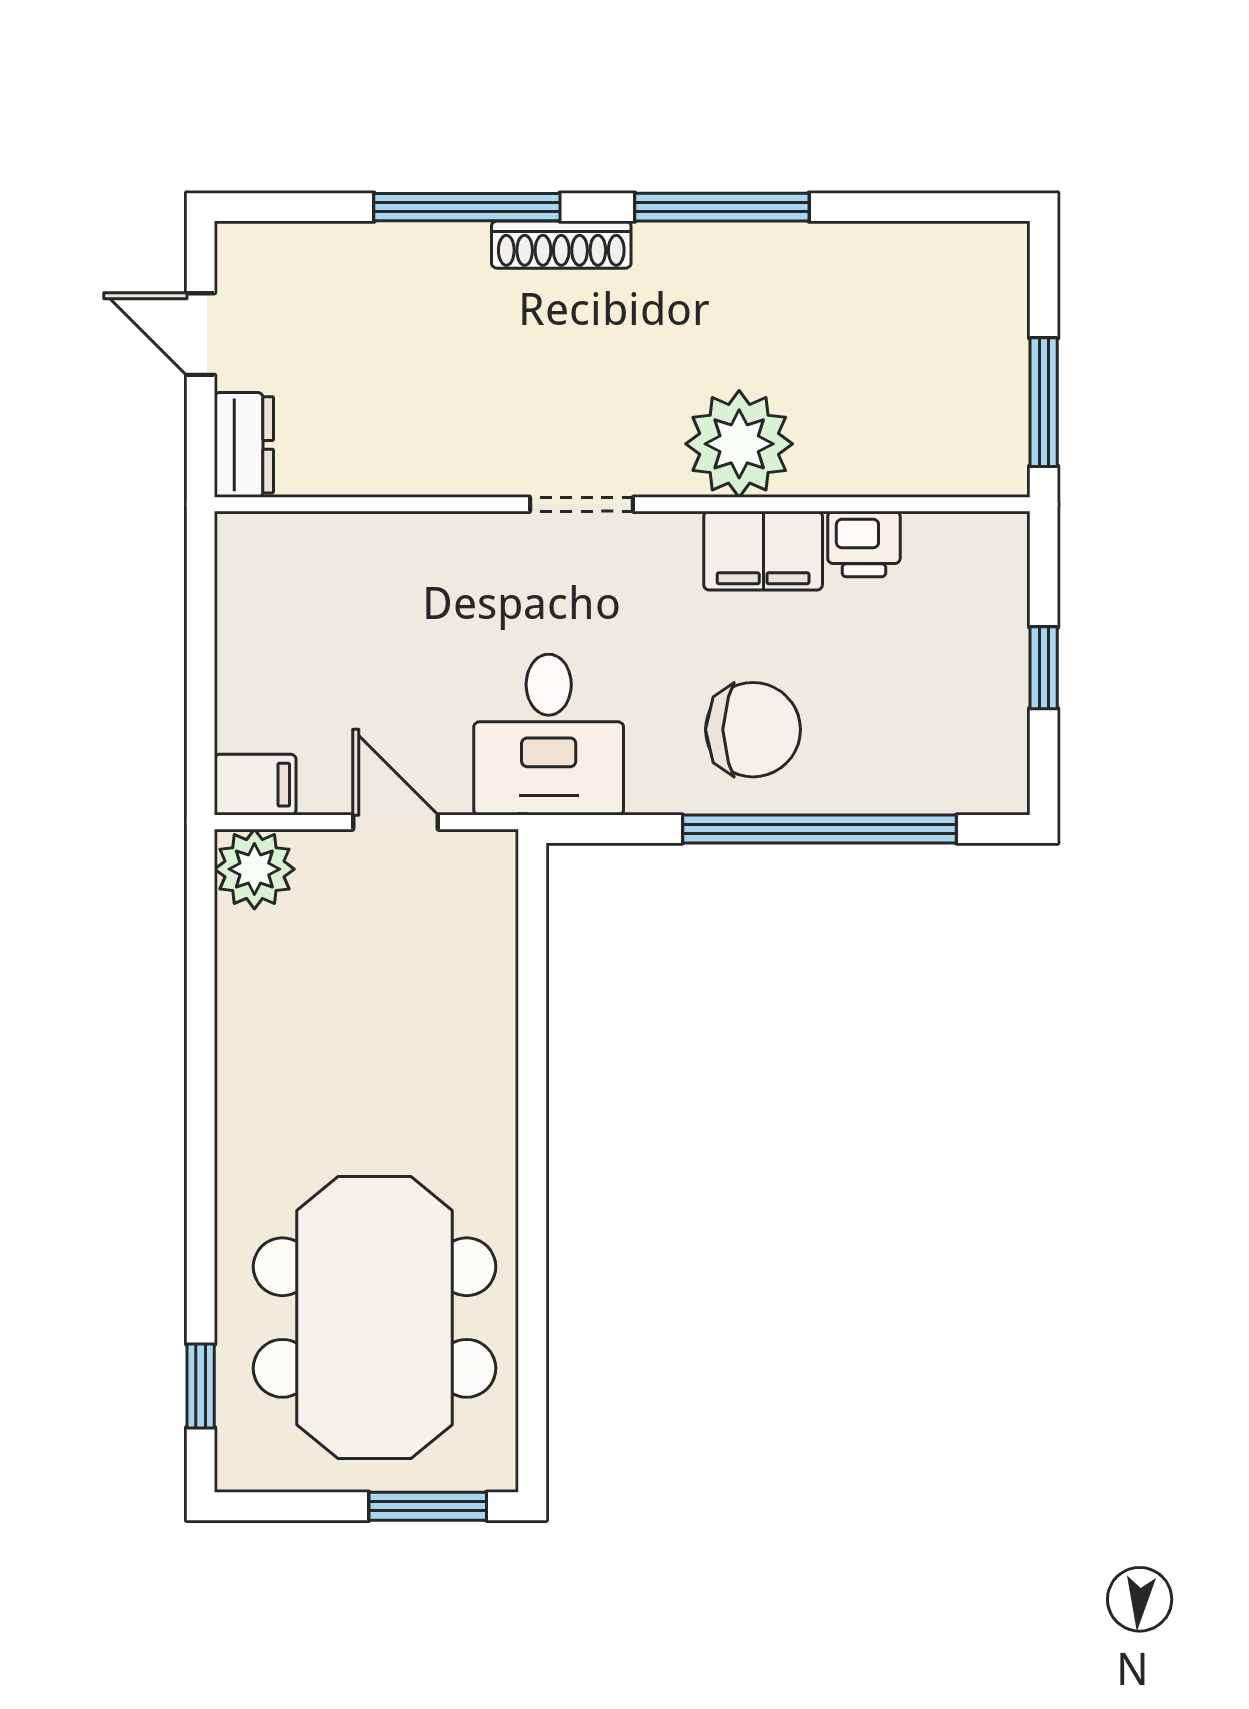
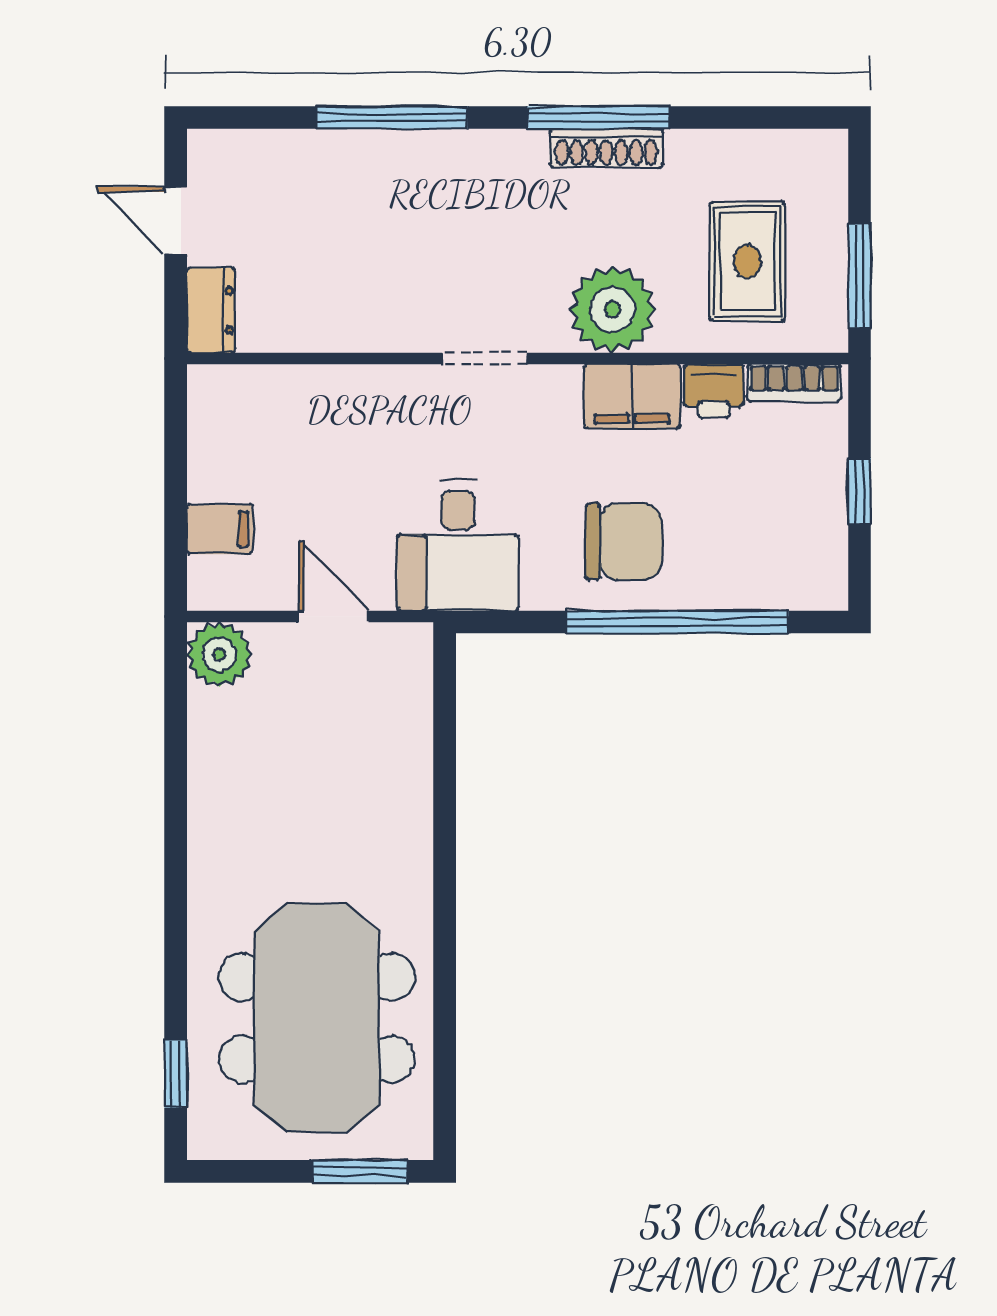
shoe rack: (561, 245) -> (606, 148), moved
rug: (905, 385) -> (747, 261), added
bookcase: (963, 534) -> (794, 383), added
filing cabinet: (255, 785) -> (220, 529), moved

